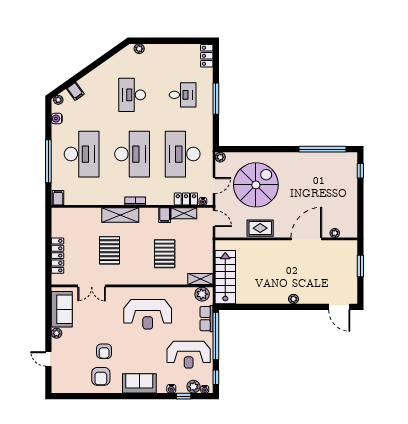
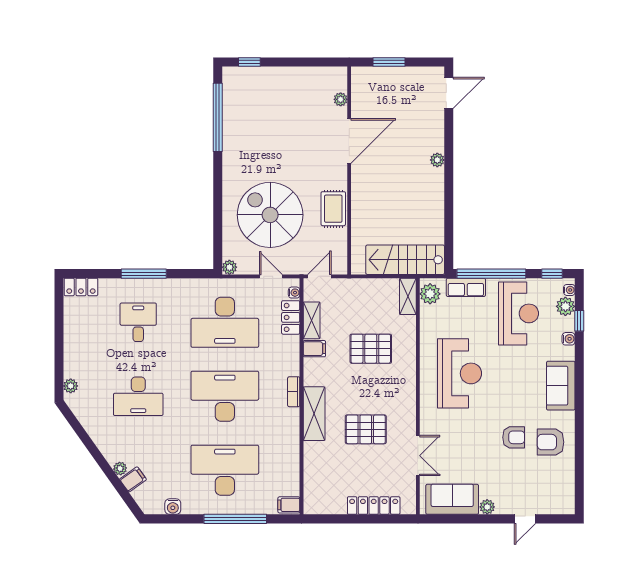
plant: (58, 100) -> (120, 468), moved
door: (306, 239) -> (349, 141), swing flipped
armchair: (101, 376) -> (551, 442), turned 180

